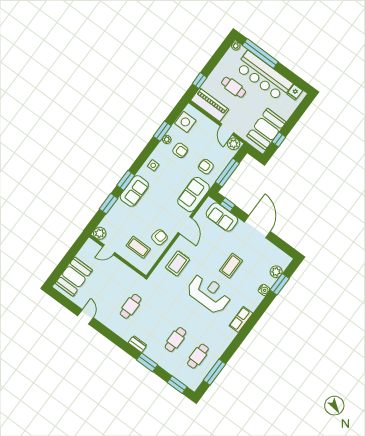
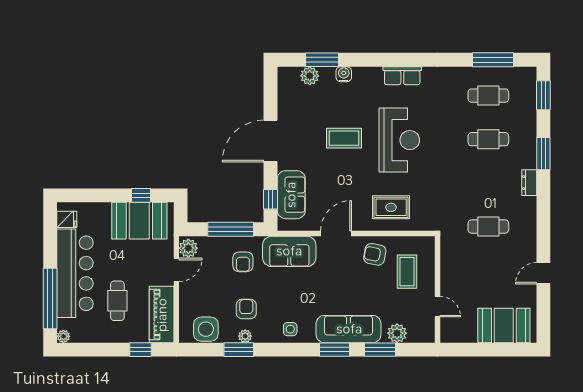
sofa: (134, 191) -> (349, 329), width x1.36
plant: (100, 233) -> (397, 333), moved
reception desk: (209, 293) -> (399, 140), turned 180

